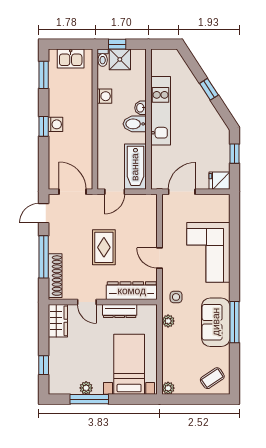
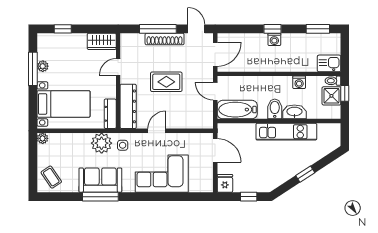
kitchen sink: (71, 58) -> (329, 63), moved, turned 90
washbasin: (141, 108) -> (294, 112), width x1.91, depth x1.45
shoe rack: (55, 276) -> (165, 39), moved
dresser: (120, 311) -> (110, 114), moved
plant: (168, 321) -> (102, 143), width x1.88, depth x1.88

